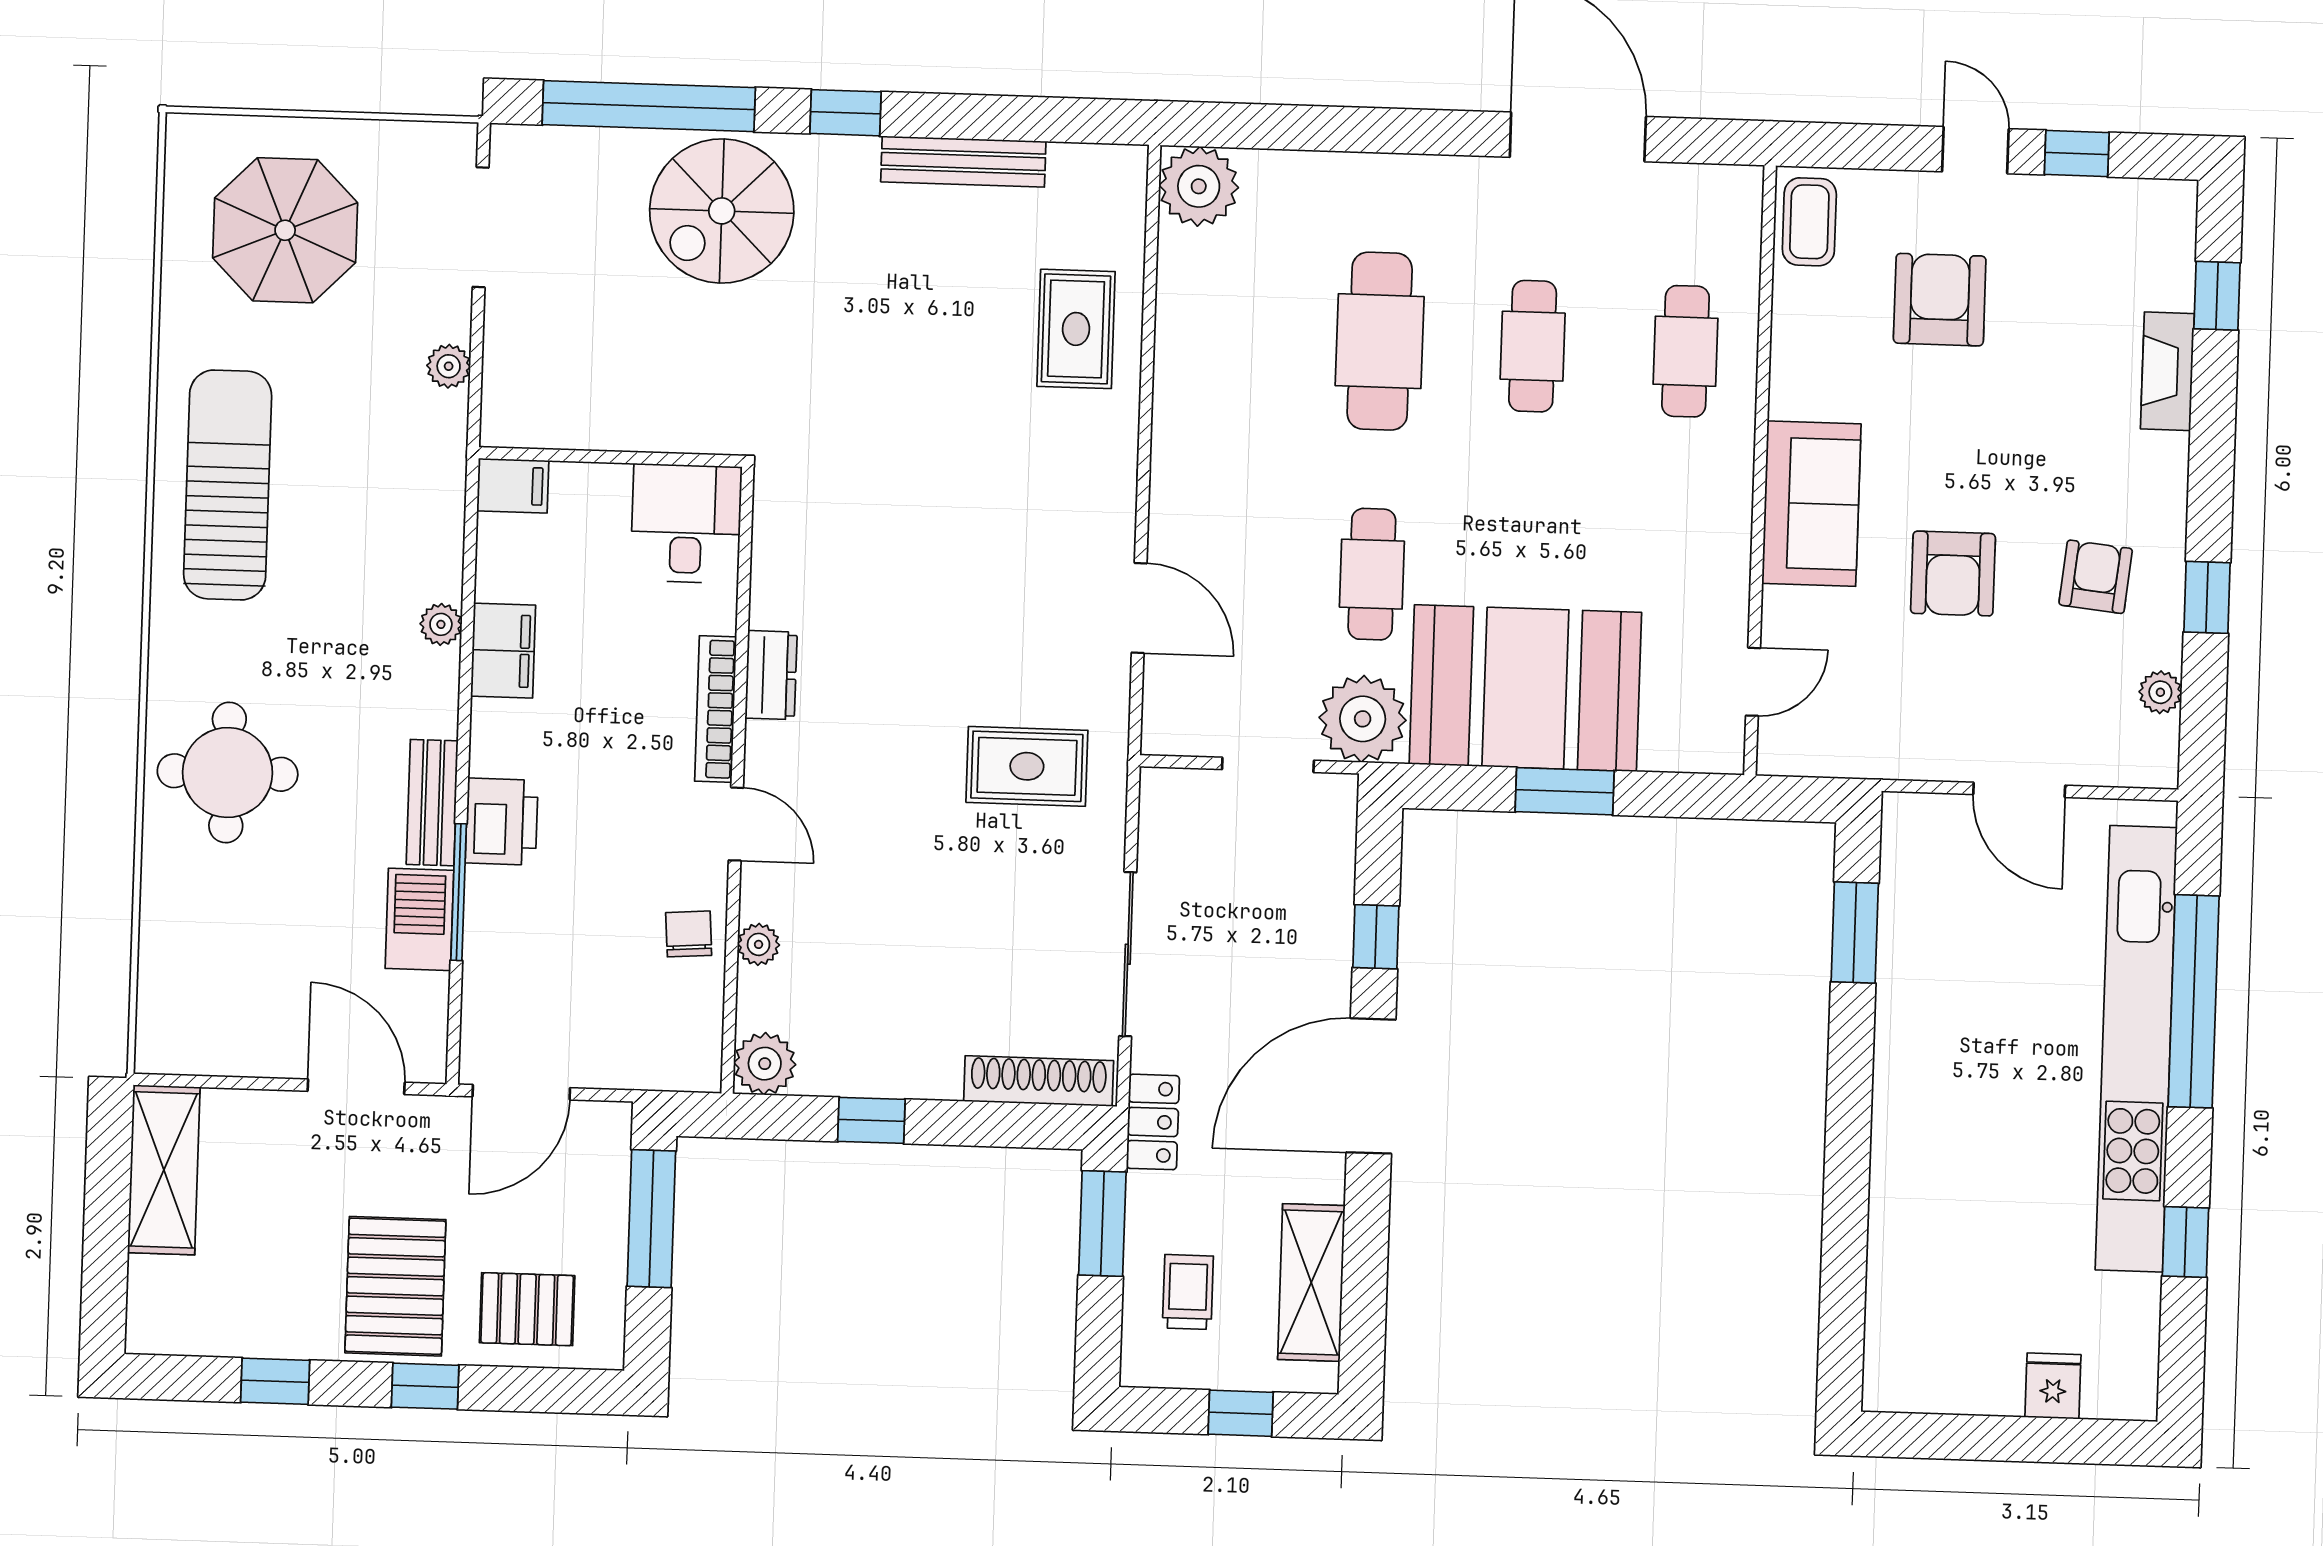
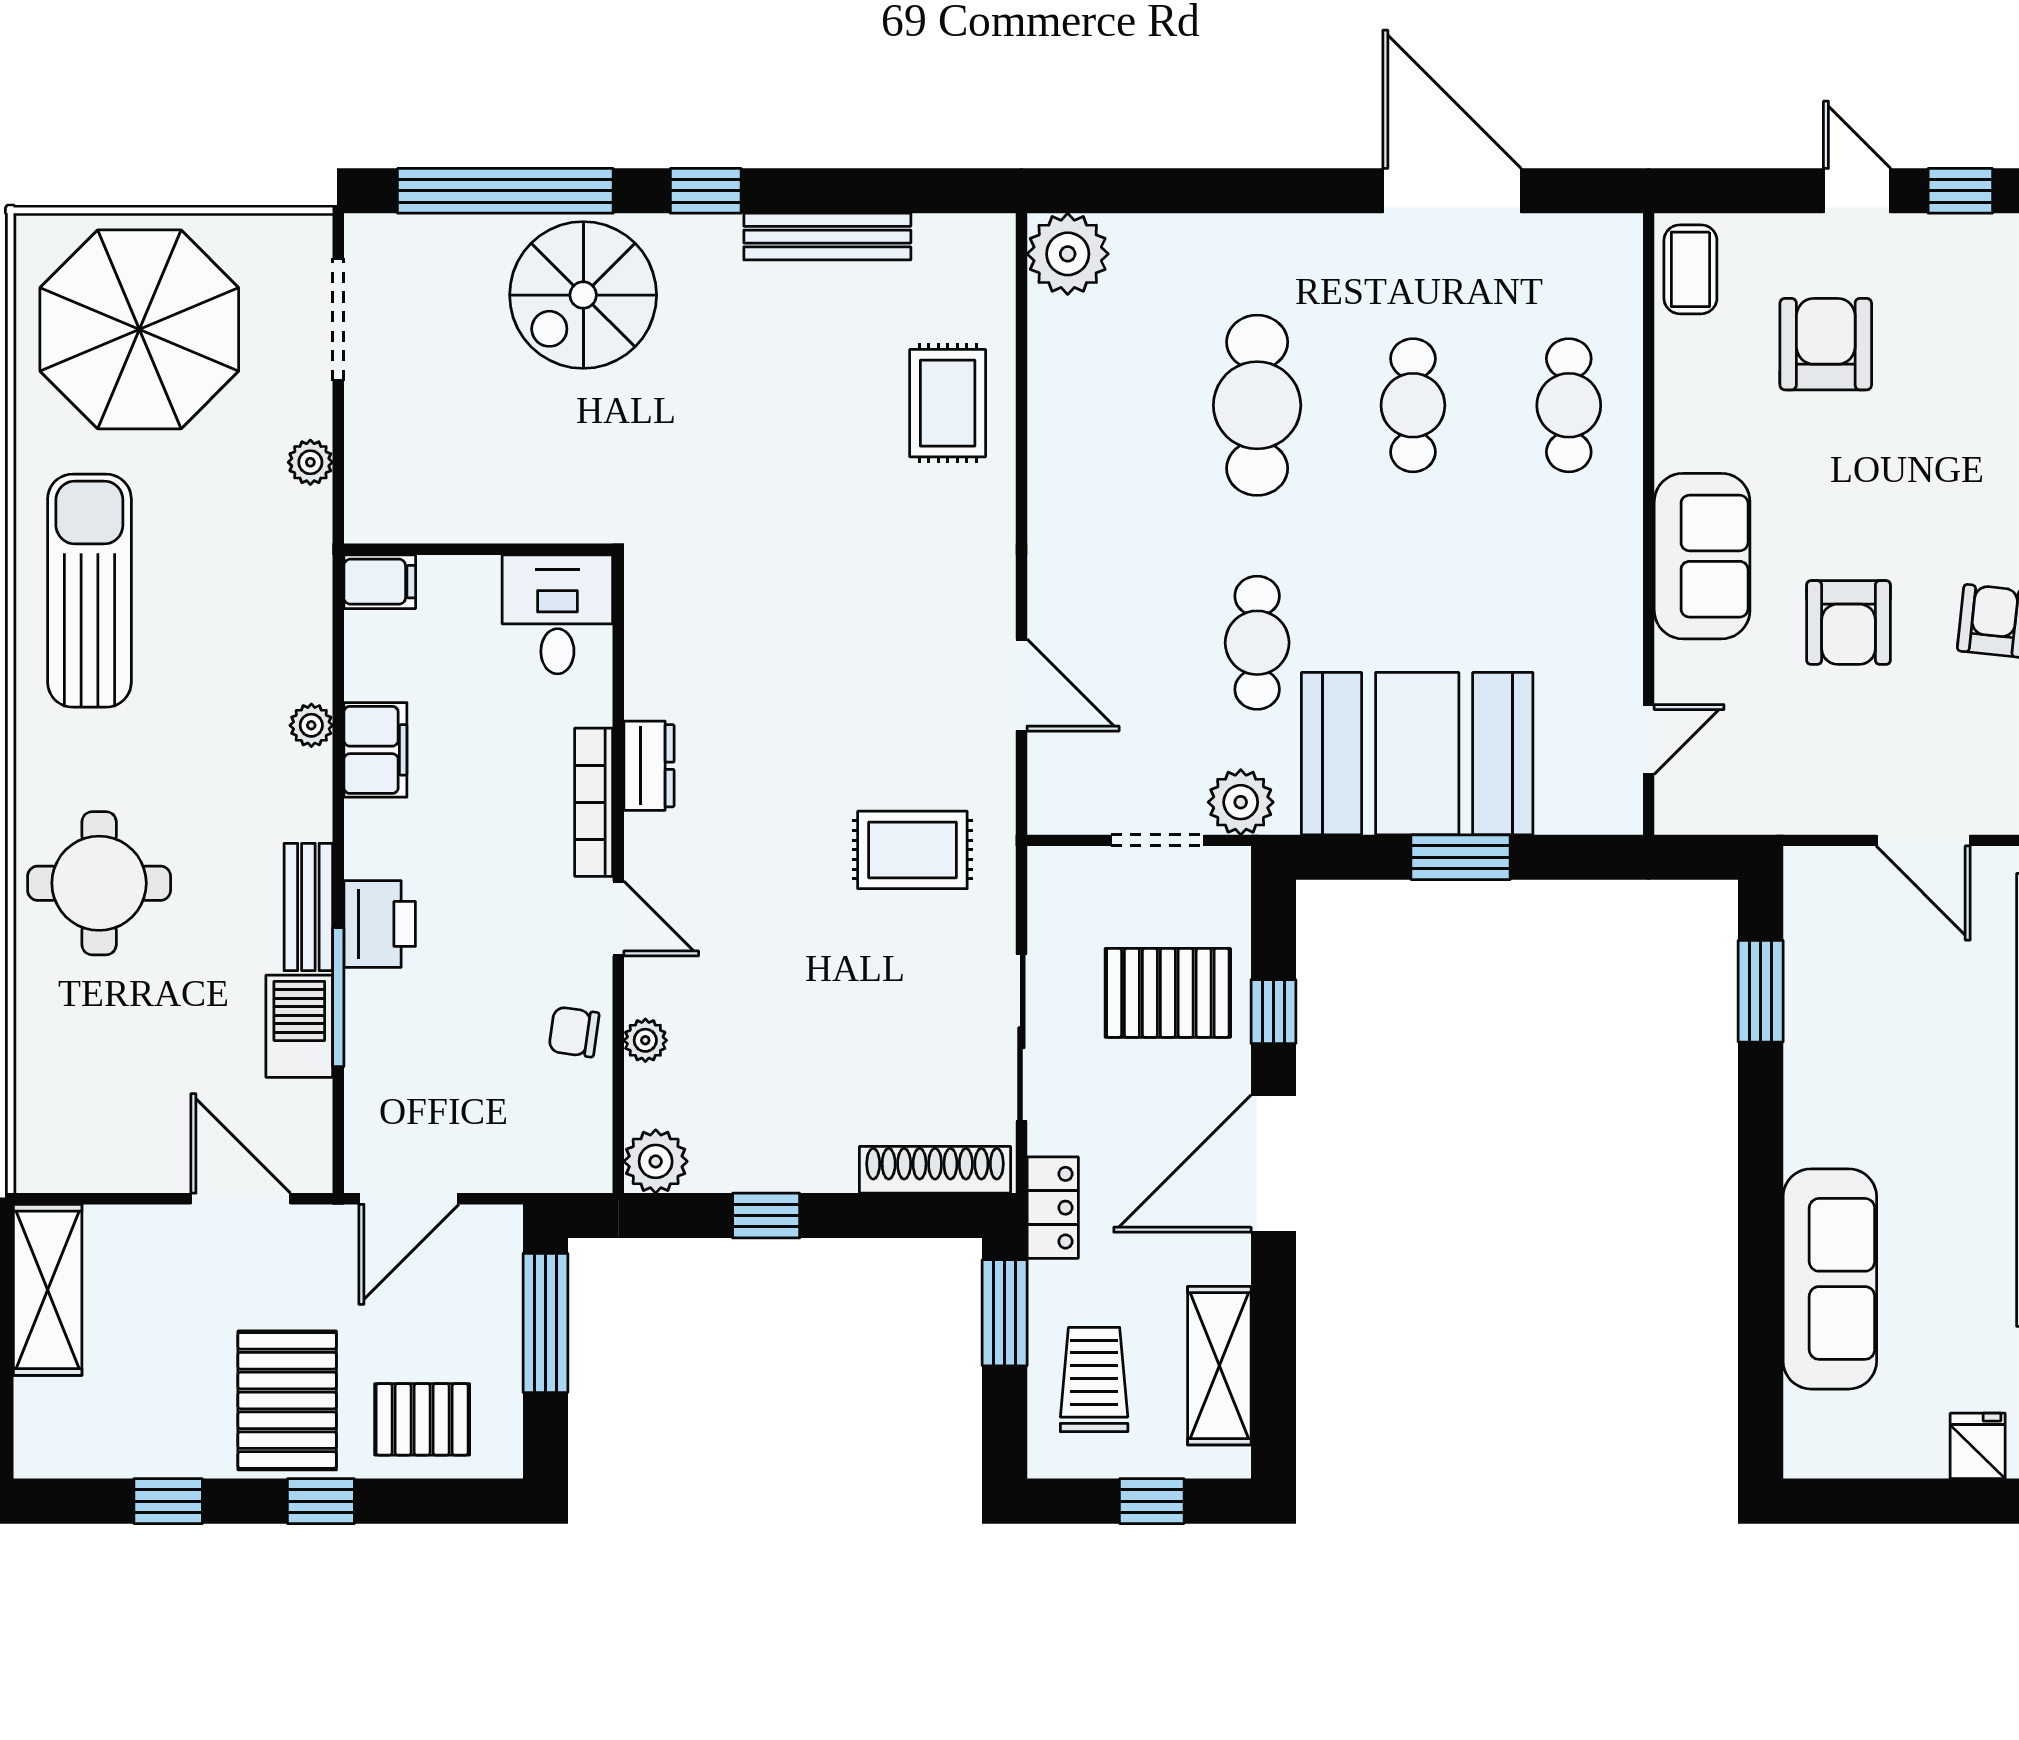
parasol: (285, 230) -> (139, 329), width x1.36, depth x1.36
plant: (1363, 719) -> (1241, 802), width x0.73, depth x0.73
pallet: (1273, 915) -> (1168, 993), added
chair: (689, 934) -> (574, 1032), turned -78
sofa: (1913, 1217) -> (1830, 1279), added
trolley: (1188, 1292) -> (1094, 1379), width x1.36, depth x1.39

